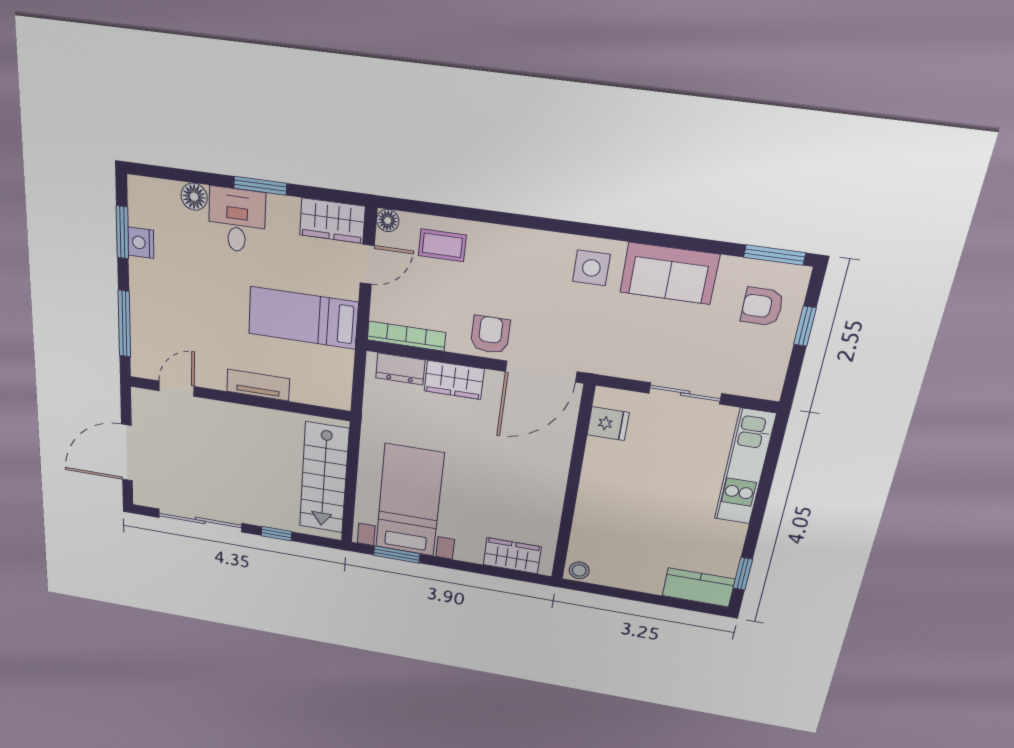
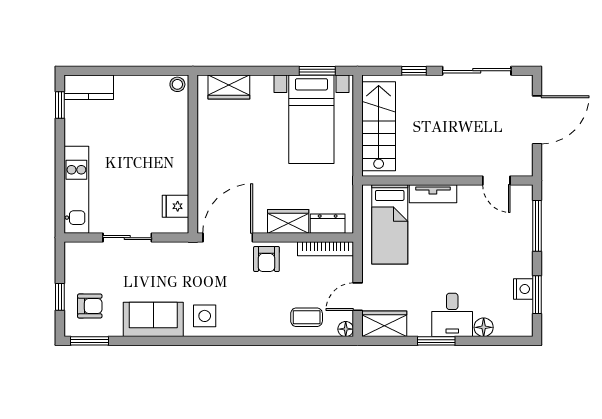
bed: (303, 318) -> (390, 224), moved, turned 90
door: (176, 389) -> (496, 181), hinge flipped

